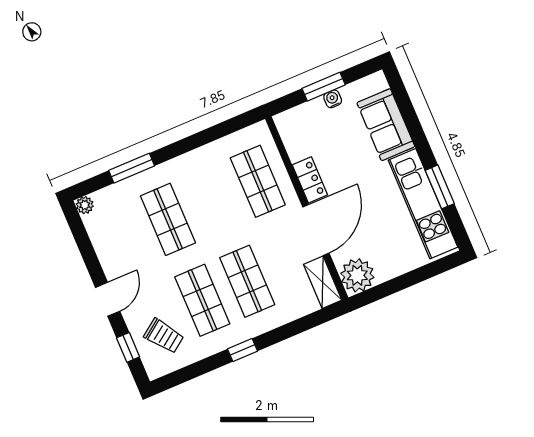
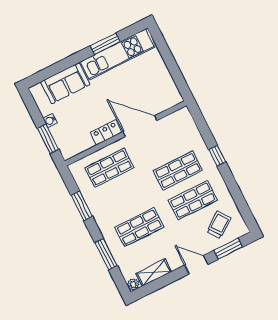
window: (324, 87) -> (48, 139), moved
window: (205, 137) -> (82, 206), added
plant: (357, 275) -> (169, 96), removed
shelving: (323, 282) -> (154, 273), moved
window: (128, 347) -> (228, 249), width x1.50
window: (243, 350) -> (217, 156), moved

